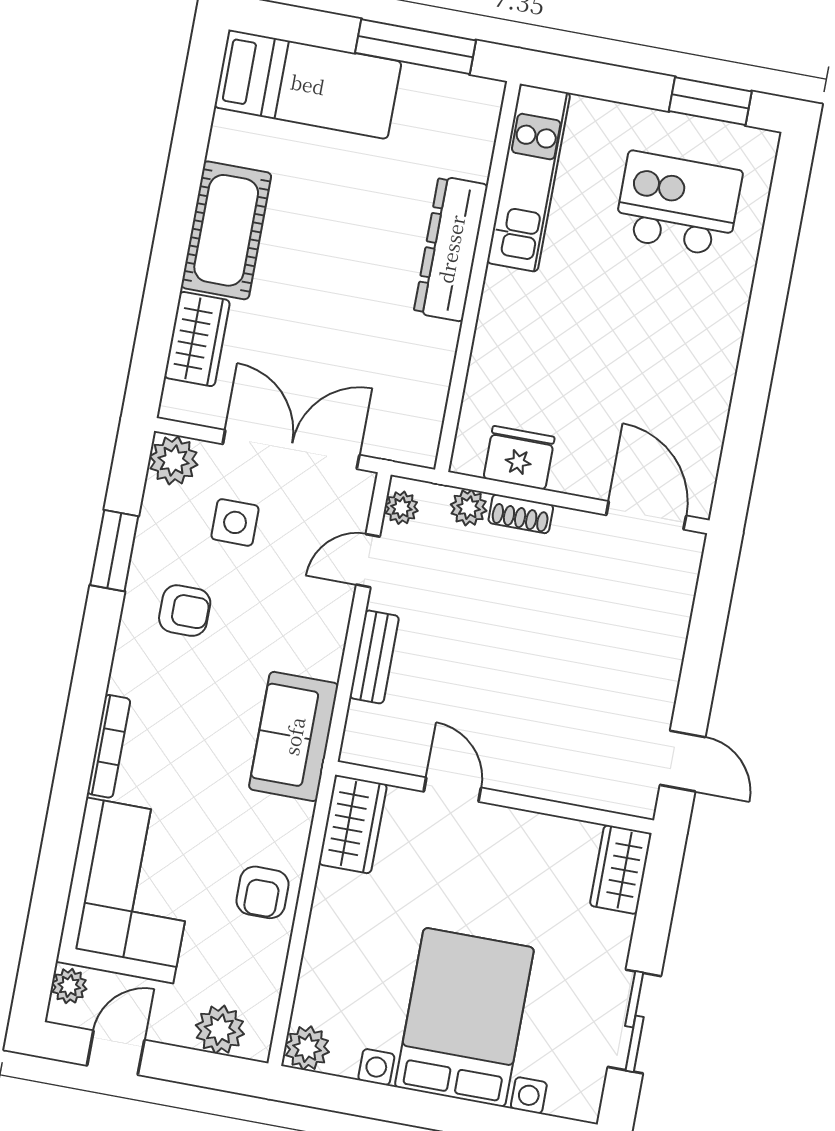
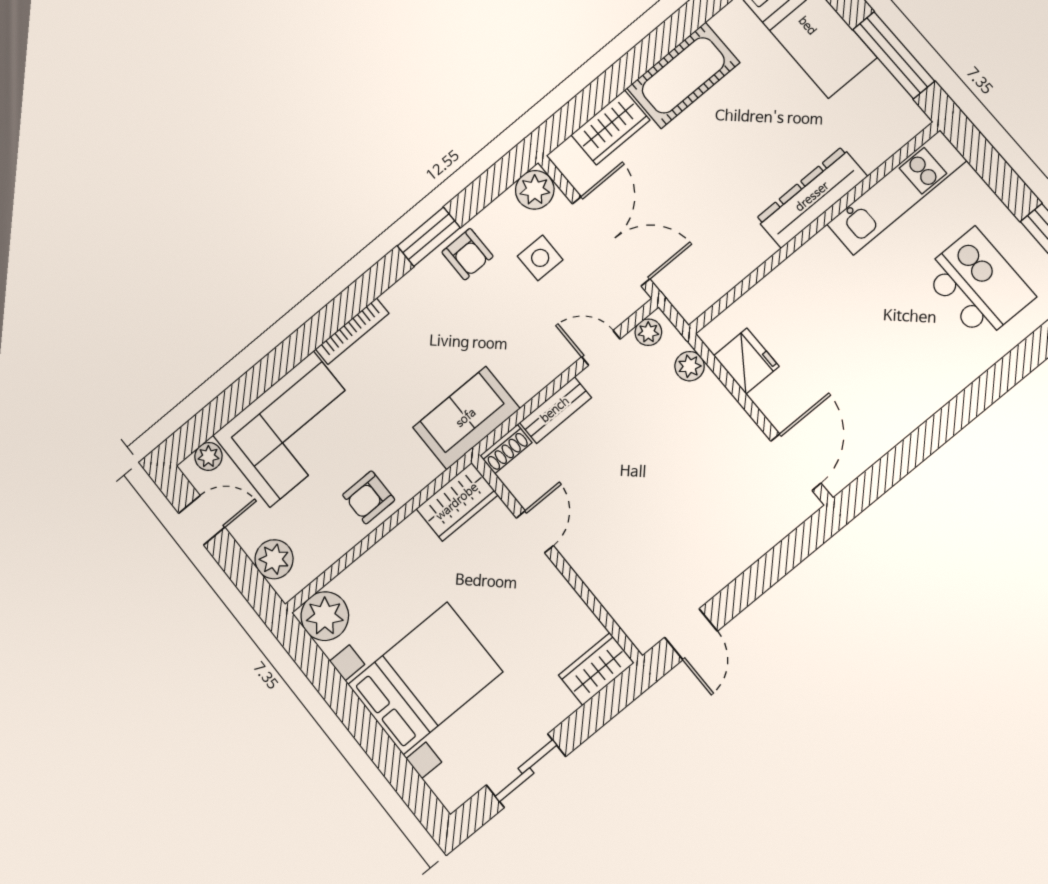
shoe rack: (521, 514) -> (506, 449), moved, turned -90
window: (114, 551) -> (429, 237), moved
armchair: (185, 611) -> (467, 254), moved
plant: (307, 1048) -> (325, 616), width x1.36, depth x1.36

